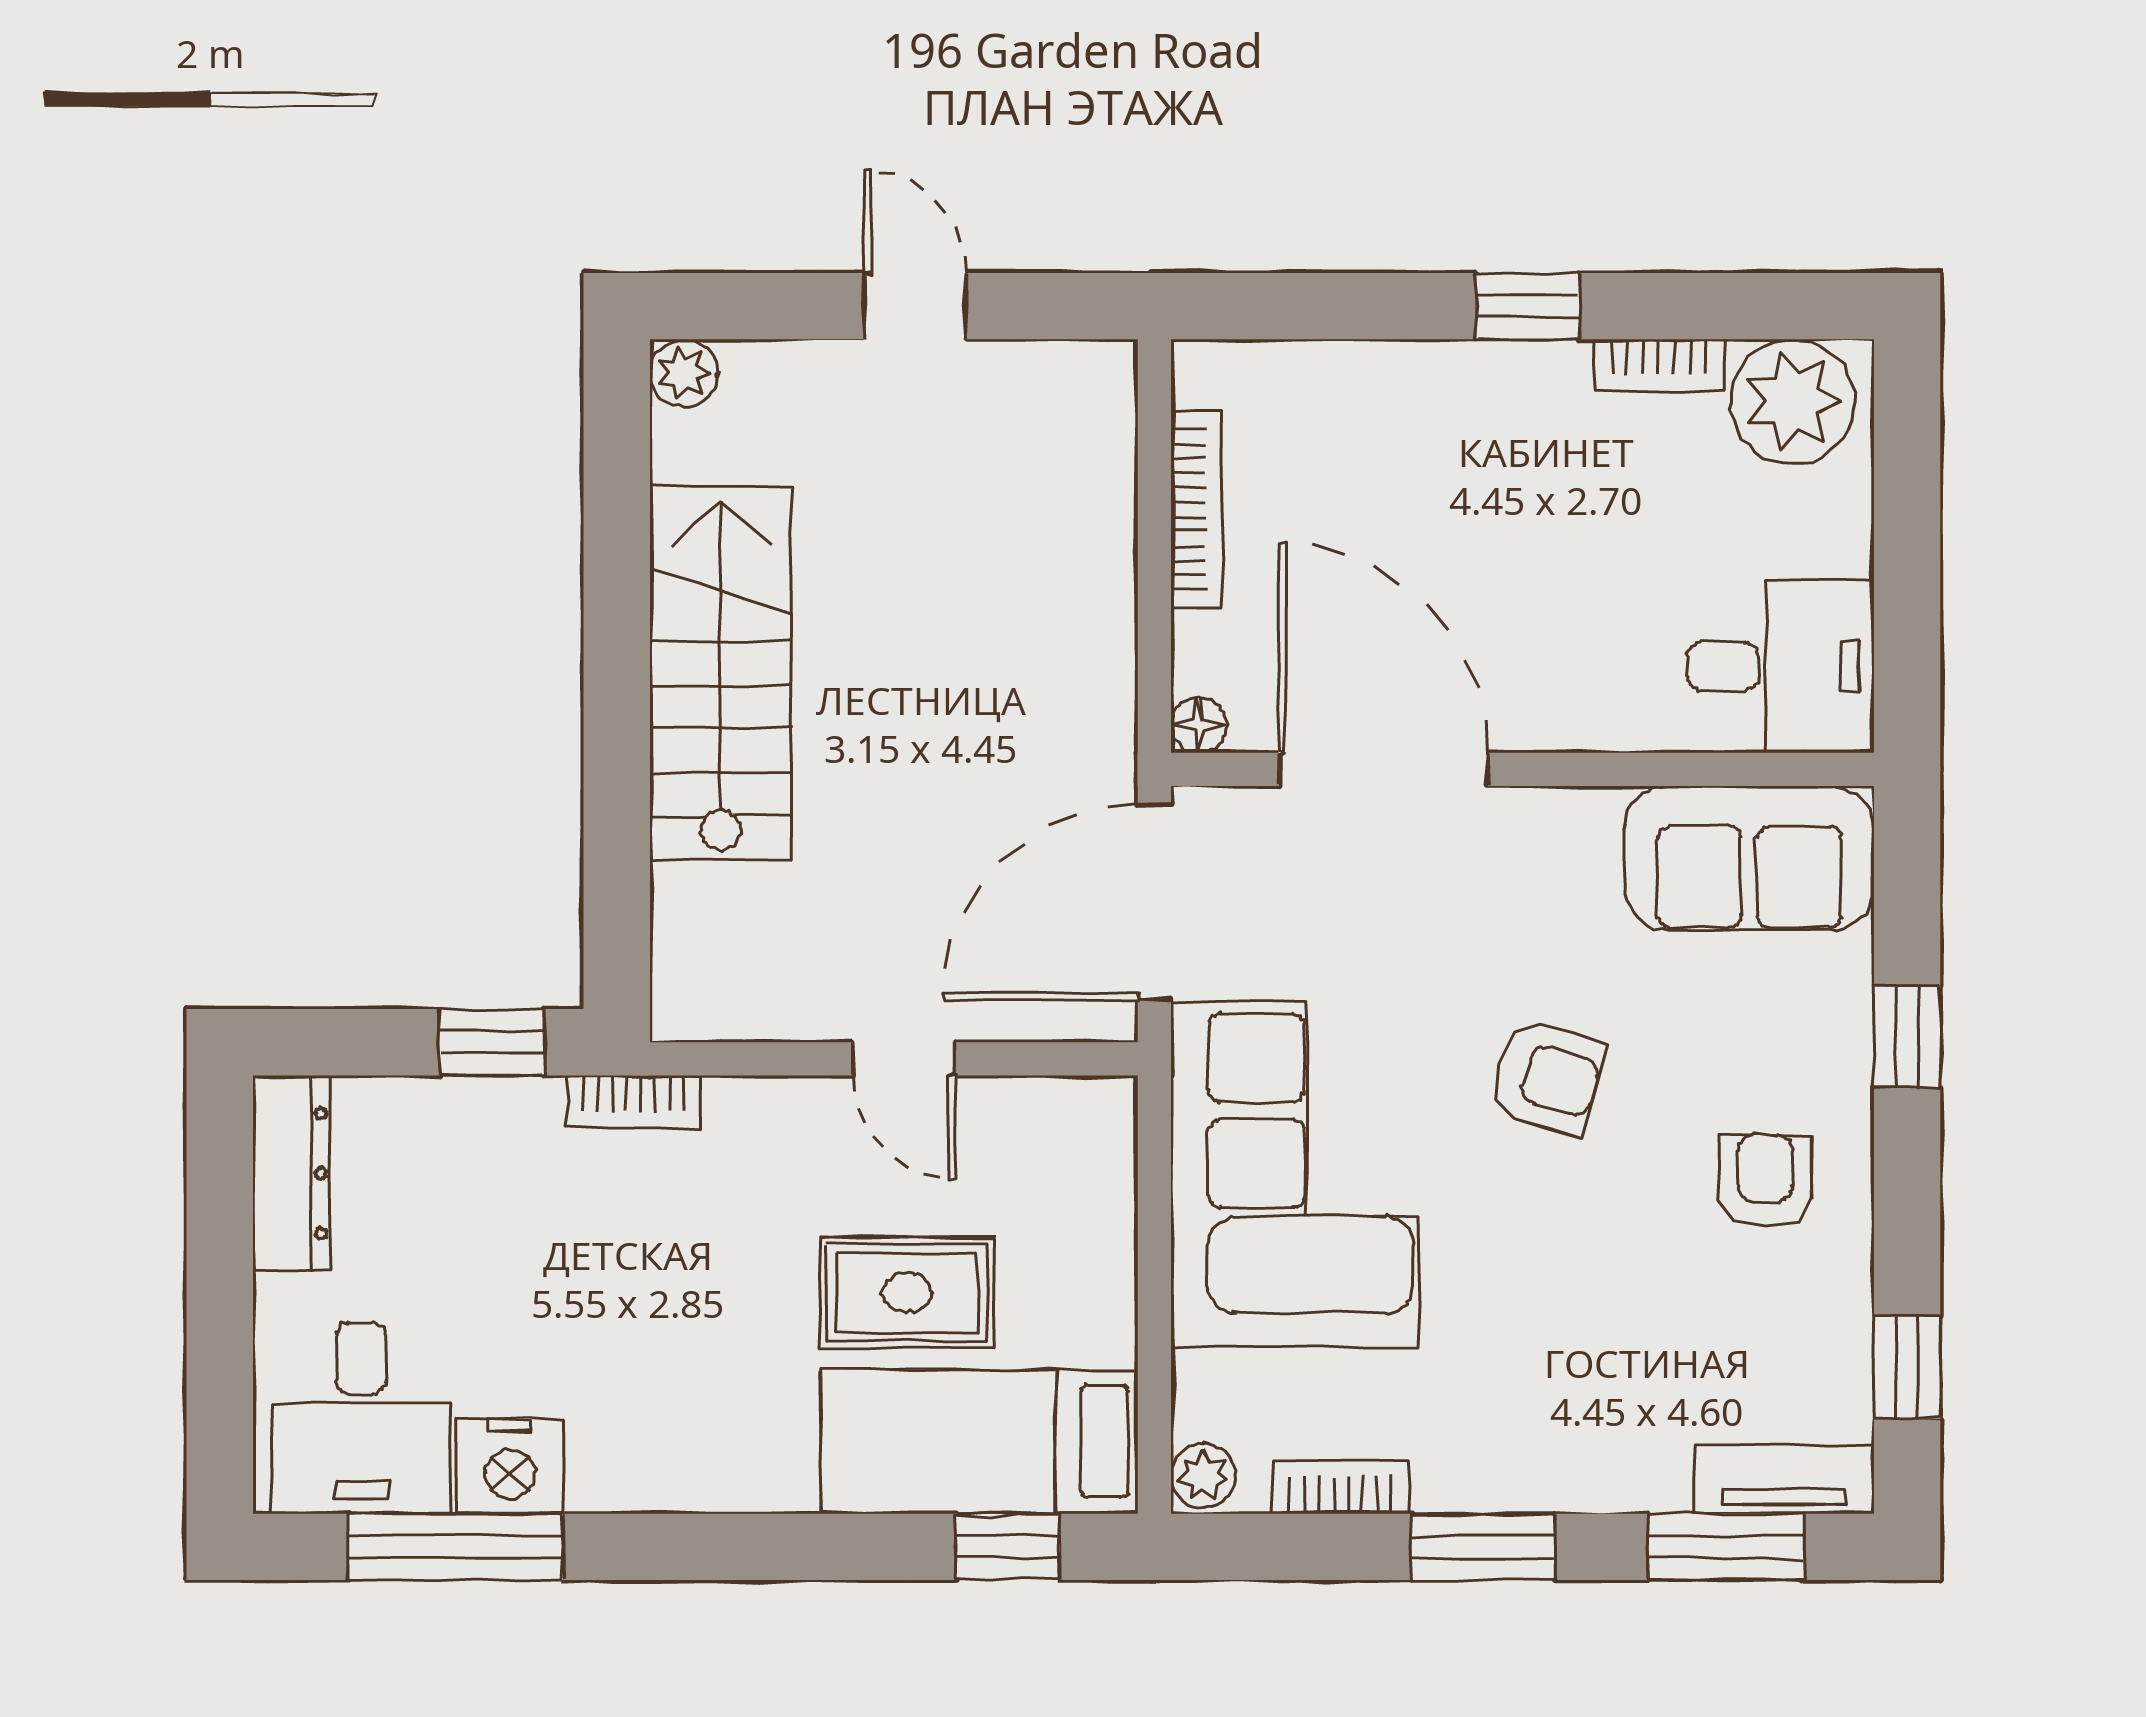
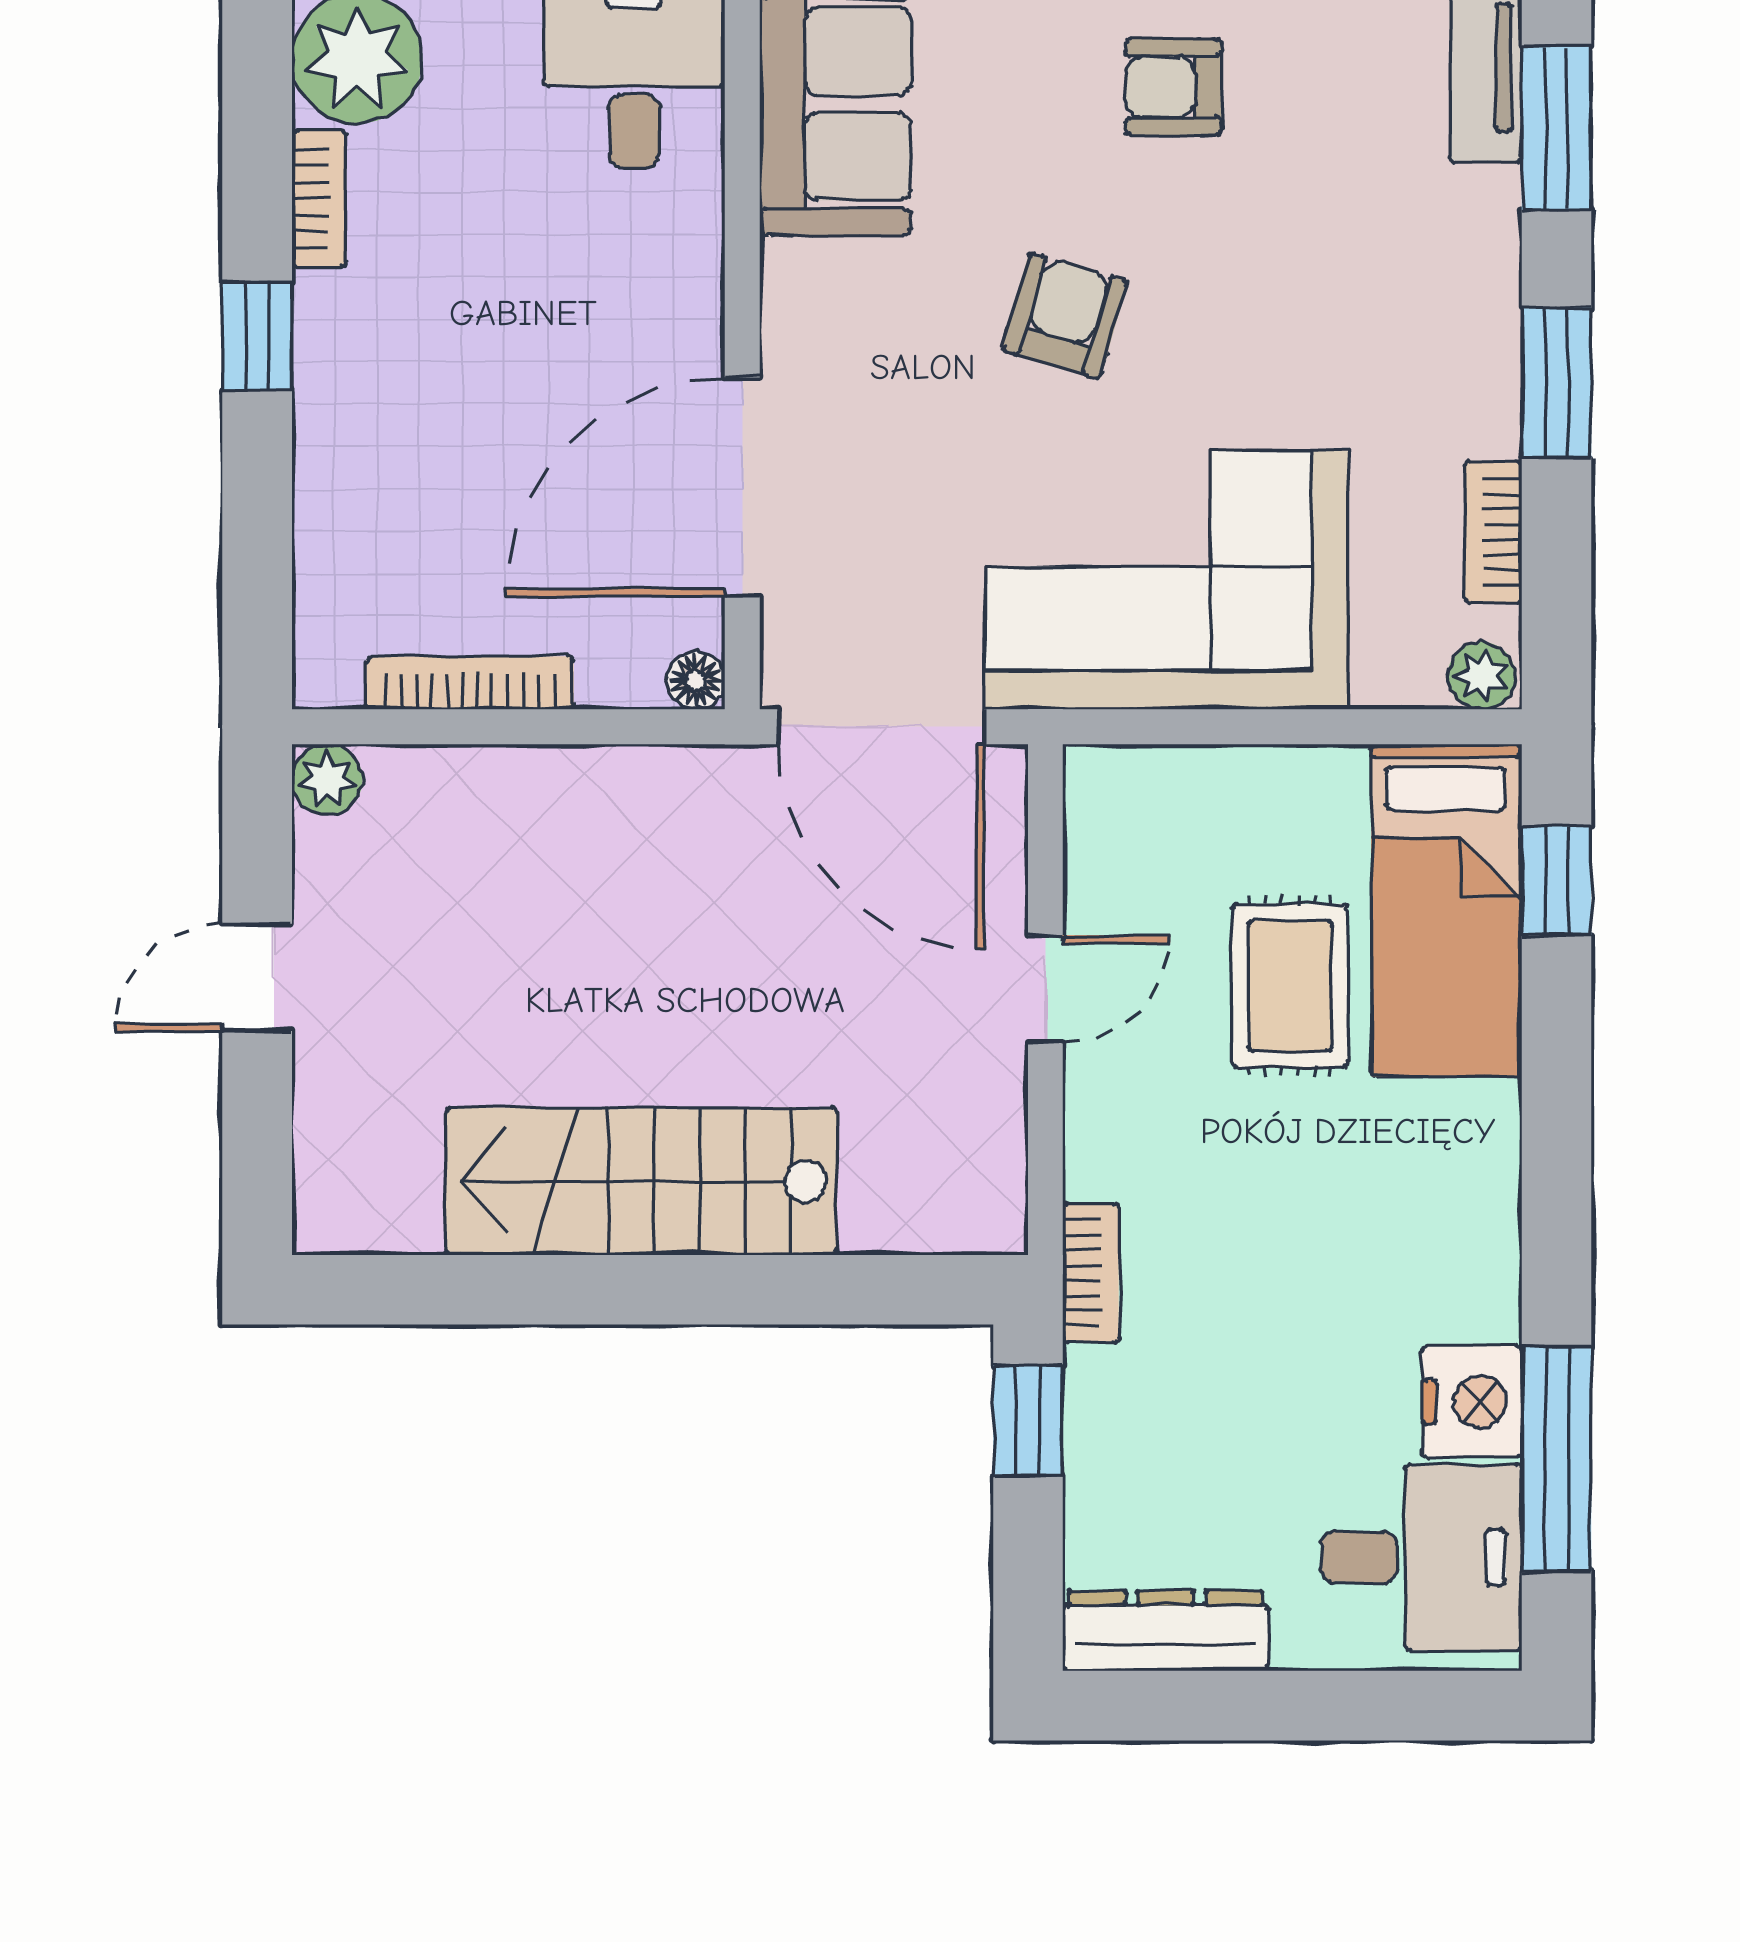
plant: (684, 373) -> (327, 779), moved

